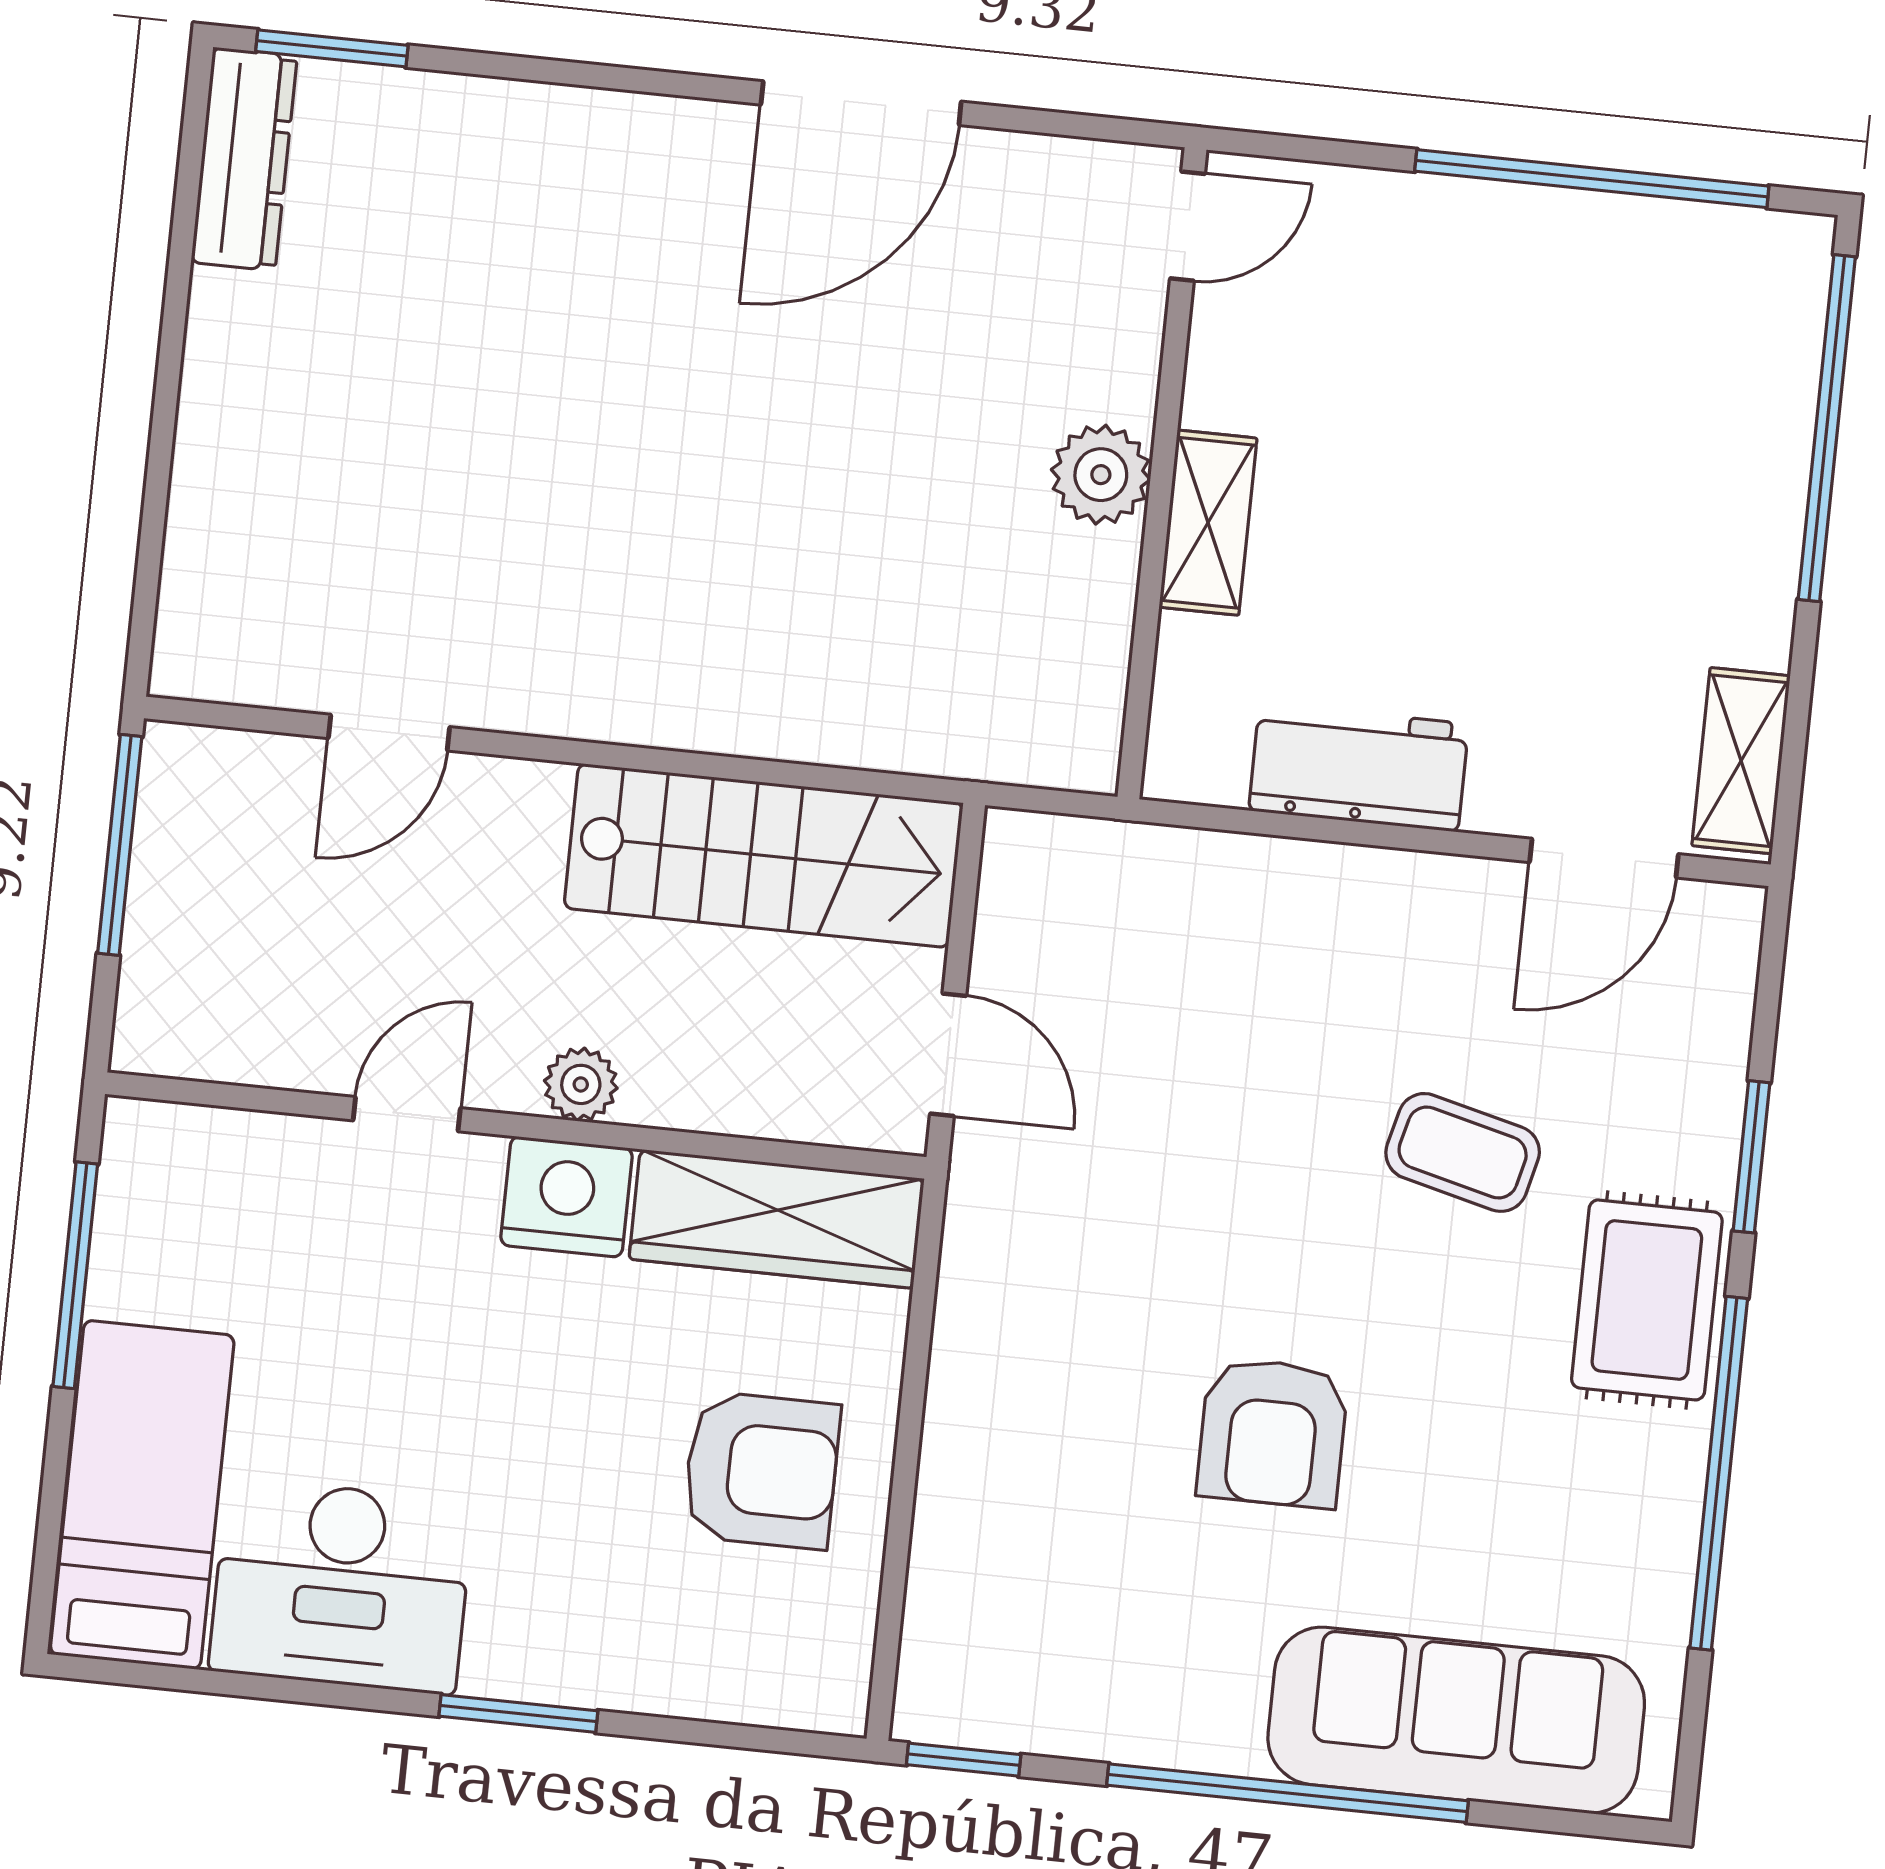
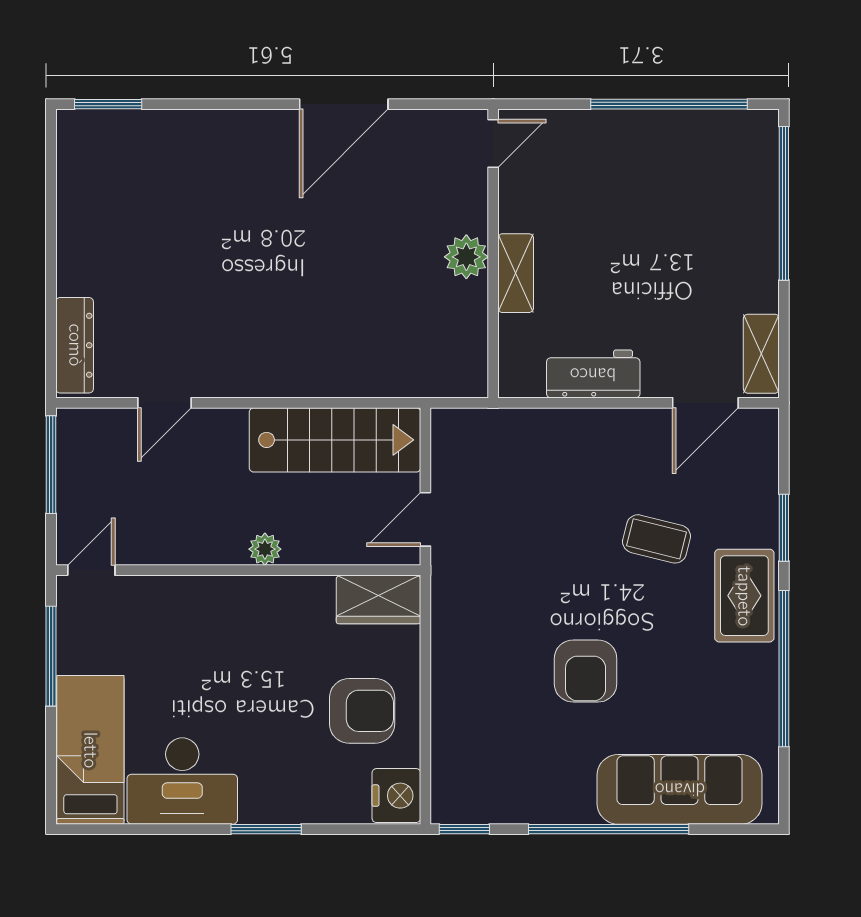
dresser: (244, 159) -> (75, 345), moved
door: (948, 1055) -> (425, 519), swing flipped
door: (407, 1114) -> (91, 570), moved
nightstand: (567, 1197) -> (396, 796), moved, turned 90
wardrobe: (777, 1219) -> (378, 599), width x0.67

